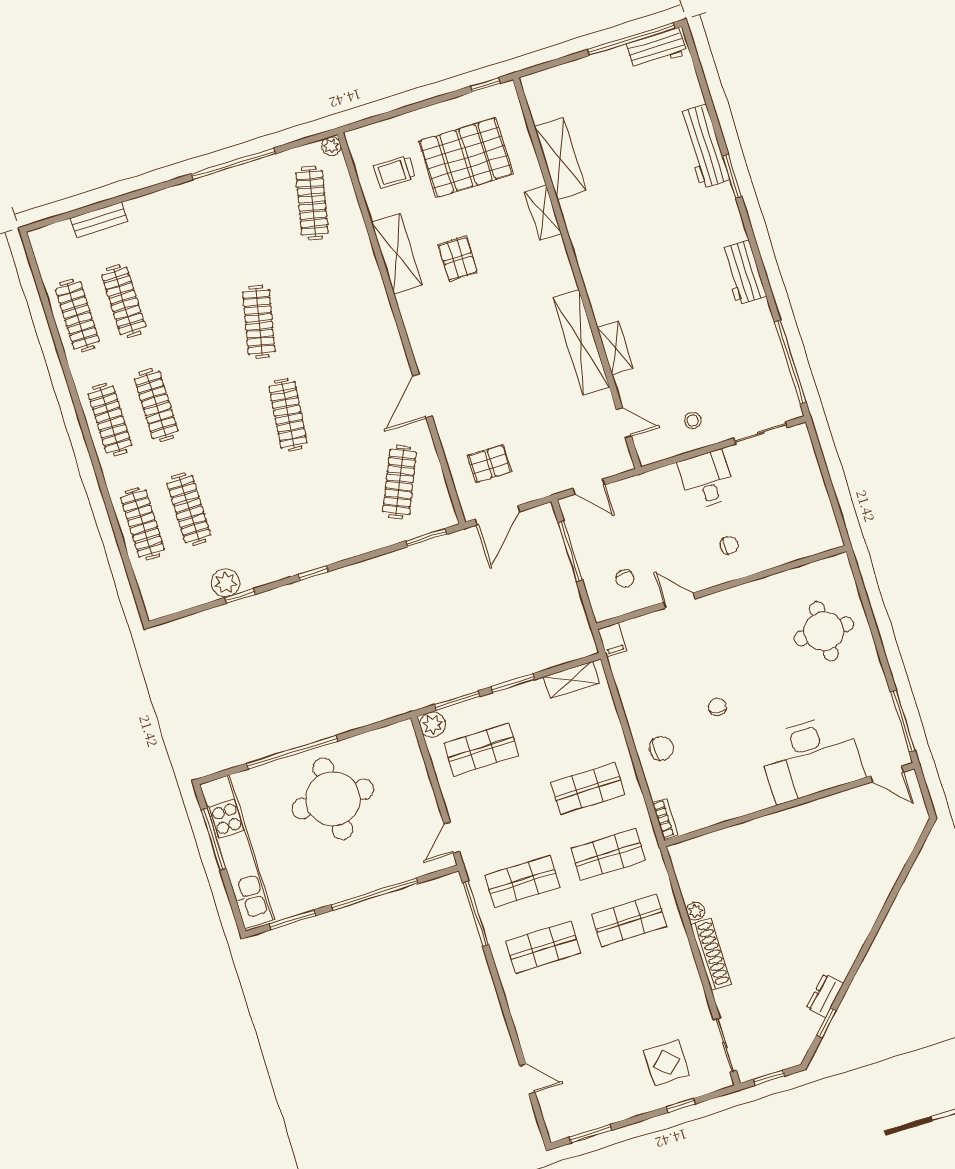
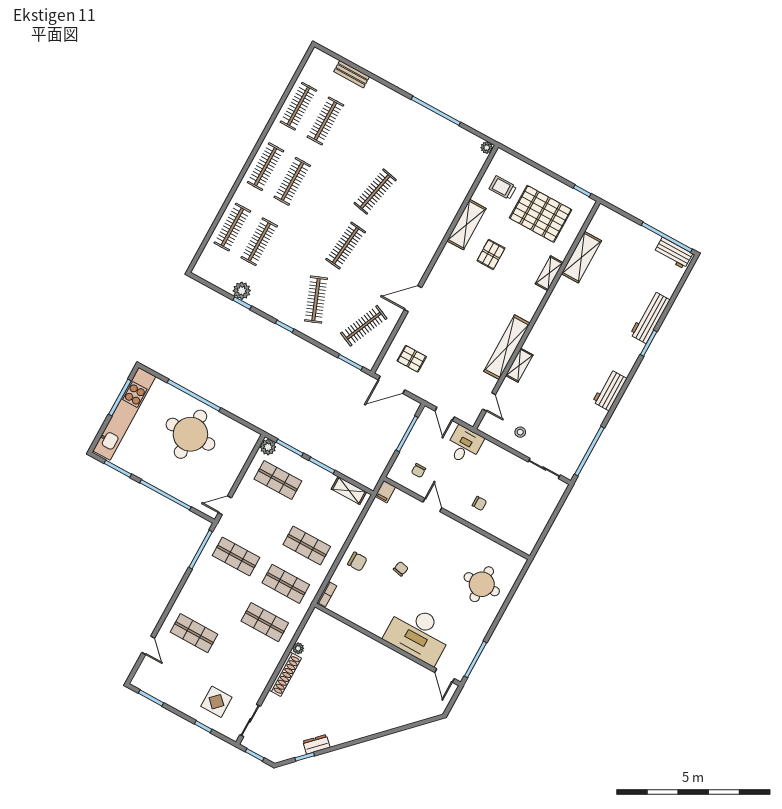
clothes rail: (312, 203) -> (316, 300), moved, turned -33
desk: (707, 480) -> (464, 445), moved
shop shelf: (543, 947) -> (194, 633), moved

